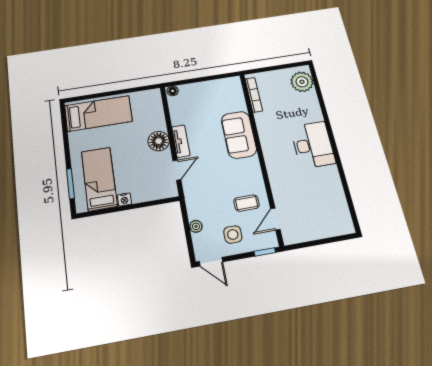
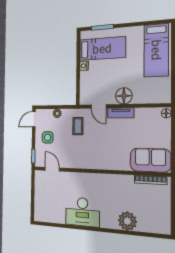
plant: (302, 82) -> (127, 221), moved
sofa: (239, 135) -> (150, 160), moved
desk: (313, 145) -> (82, 212), moved
coffee table: (247, 203) -> (78, 126), moved

